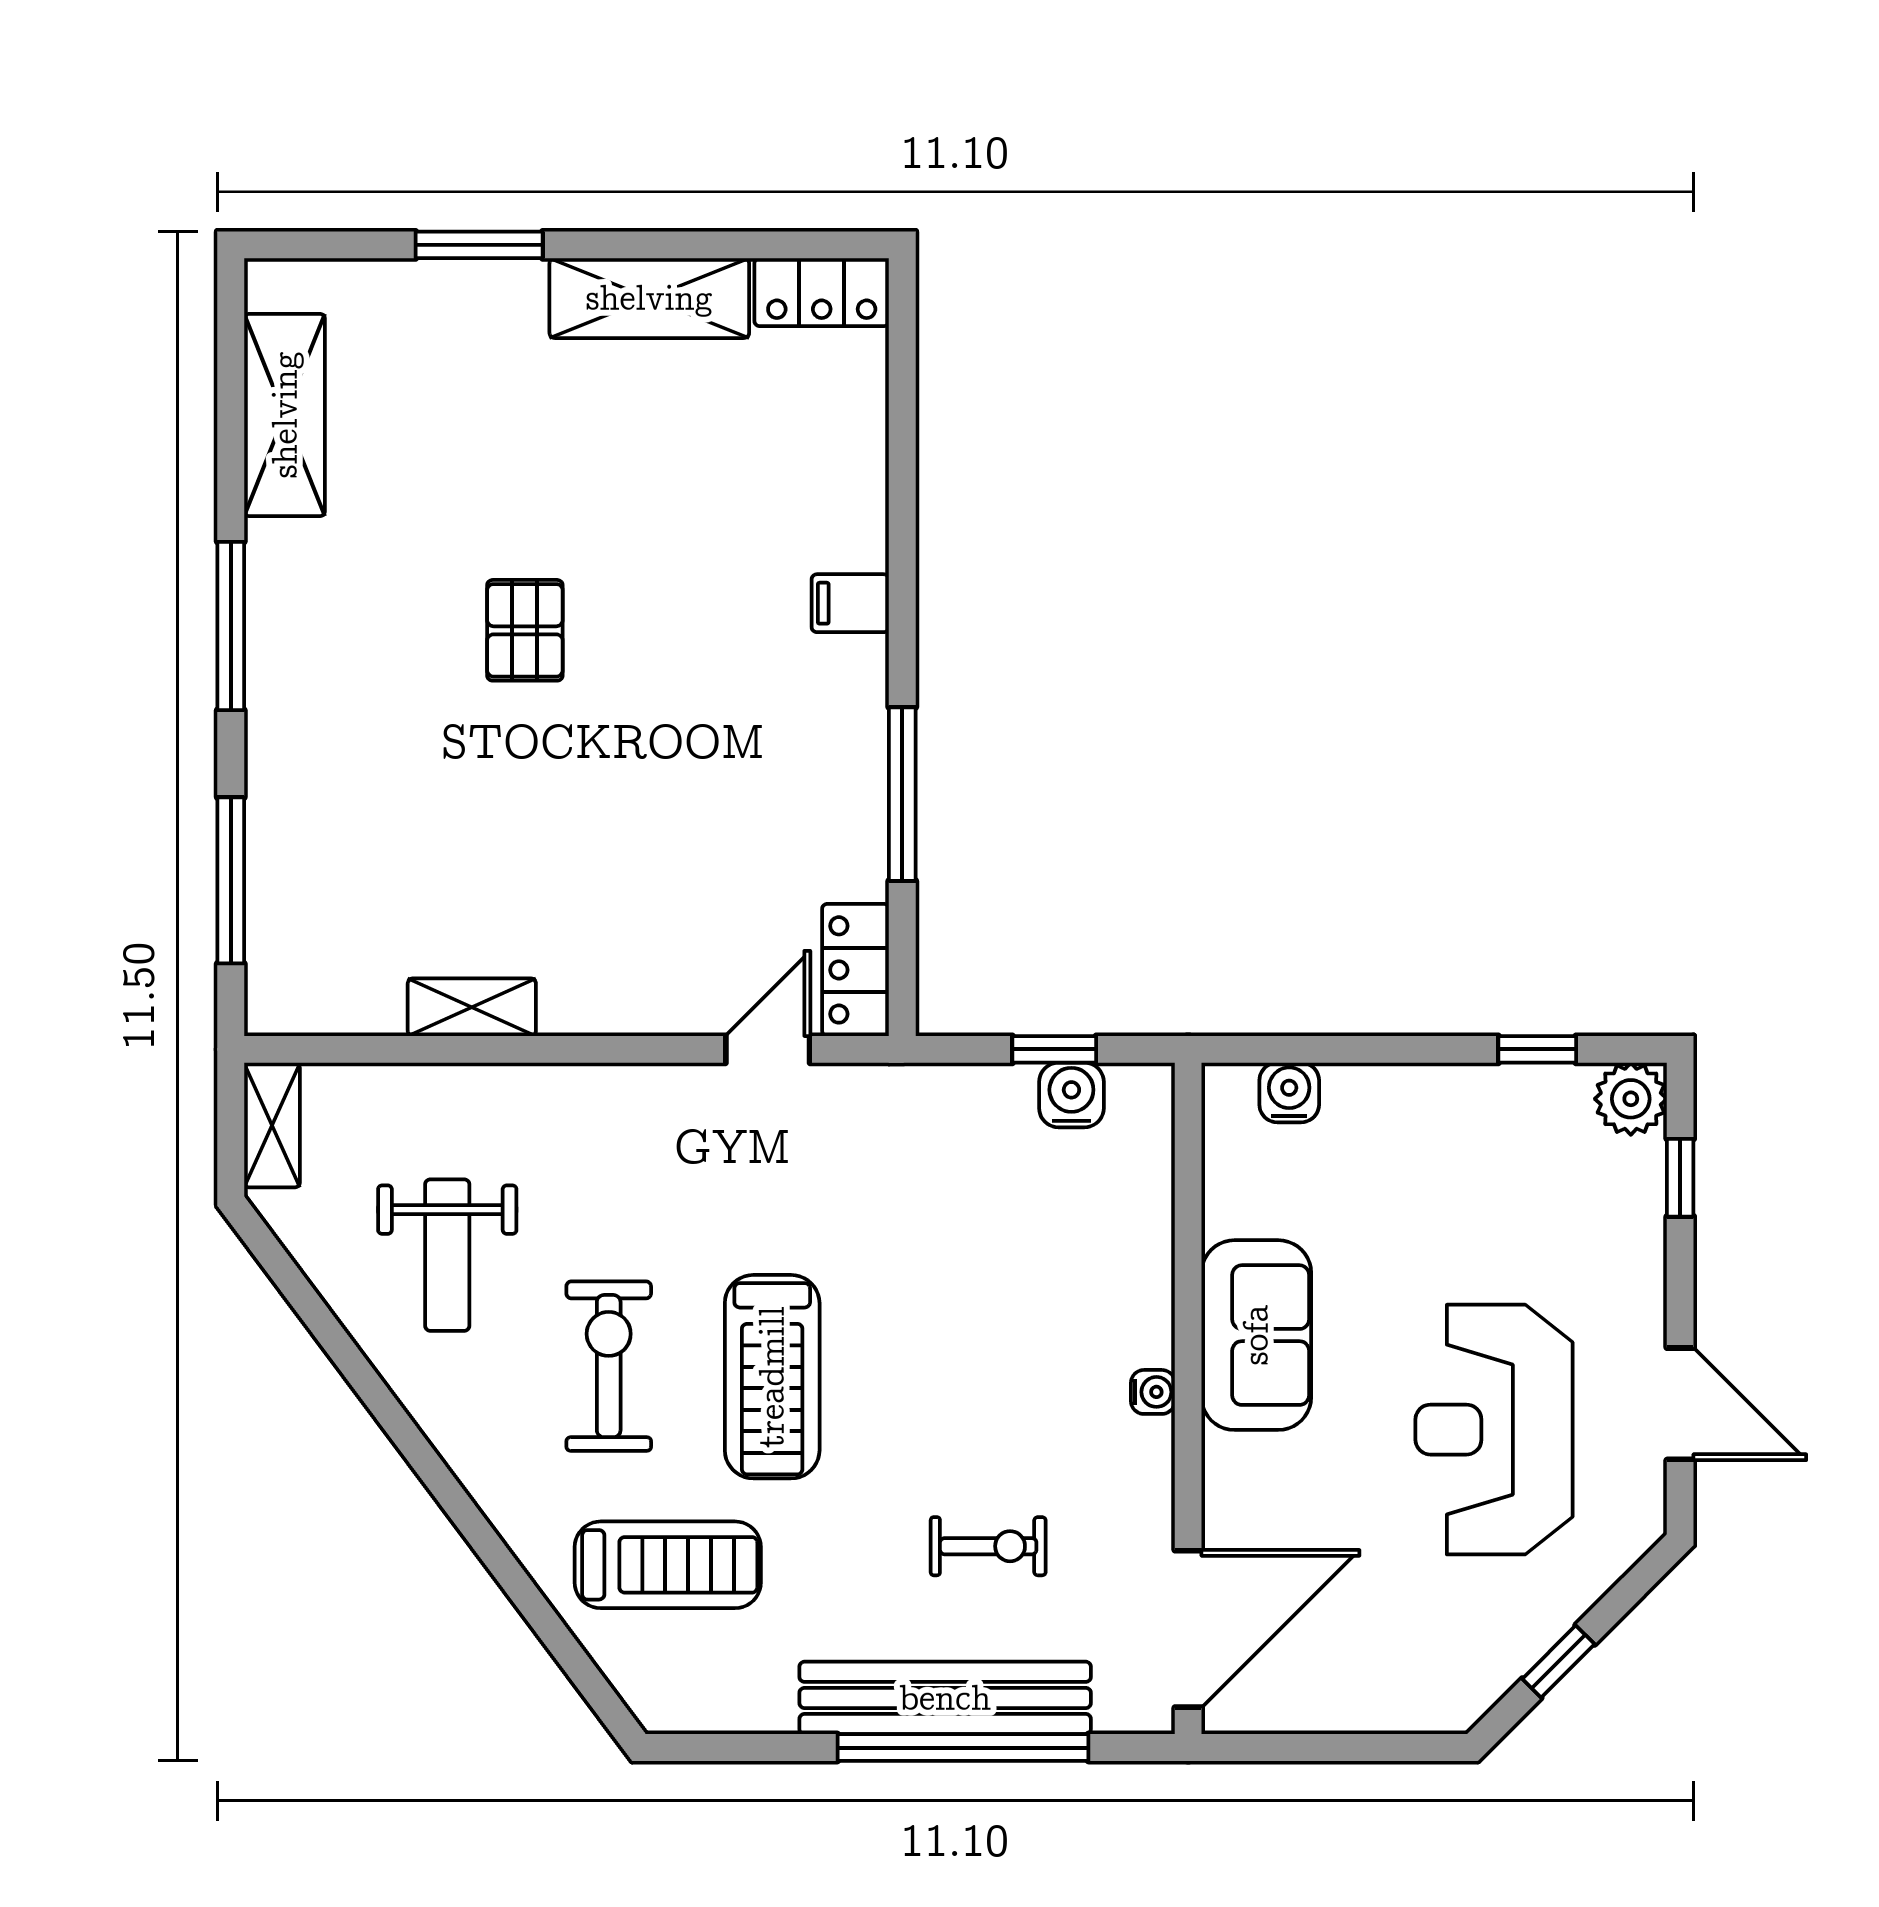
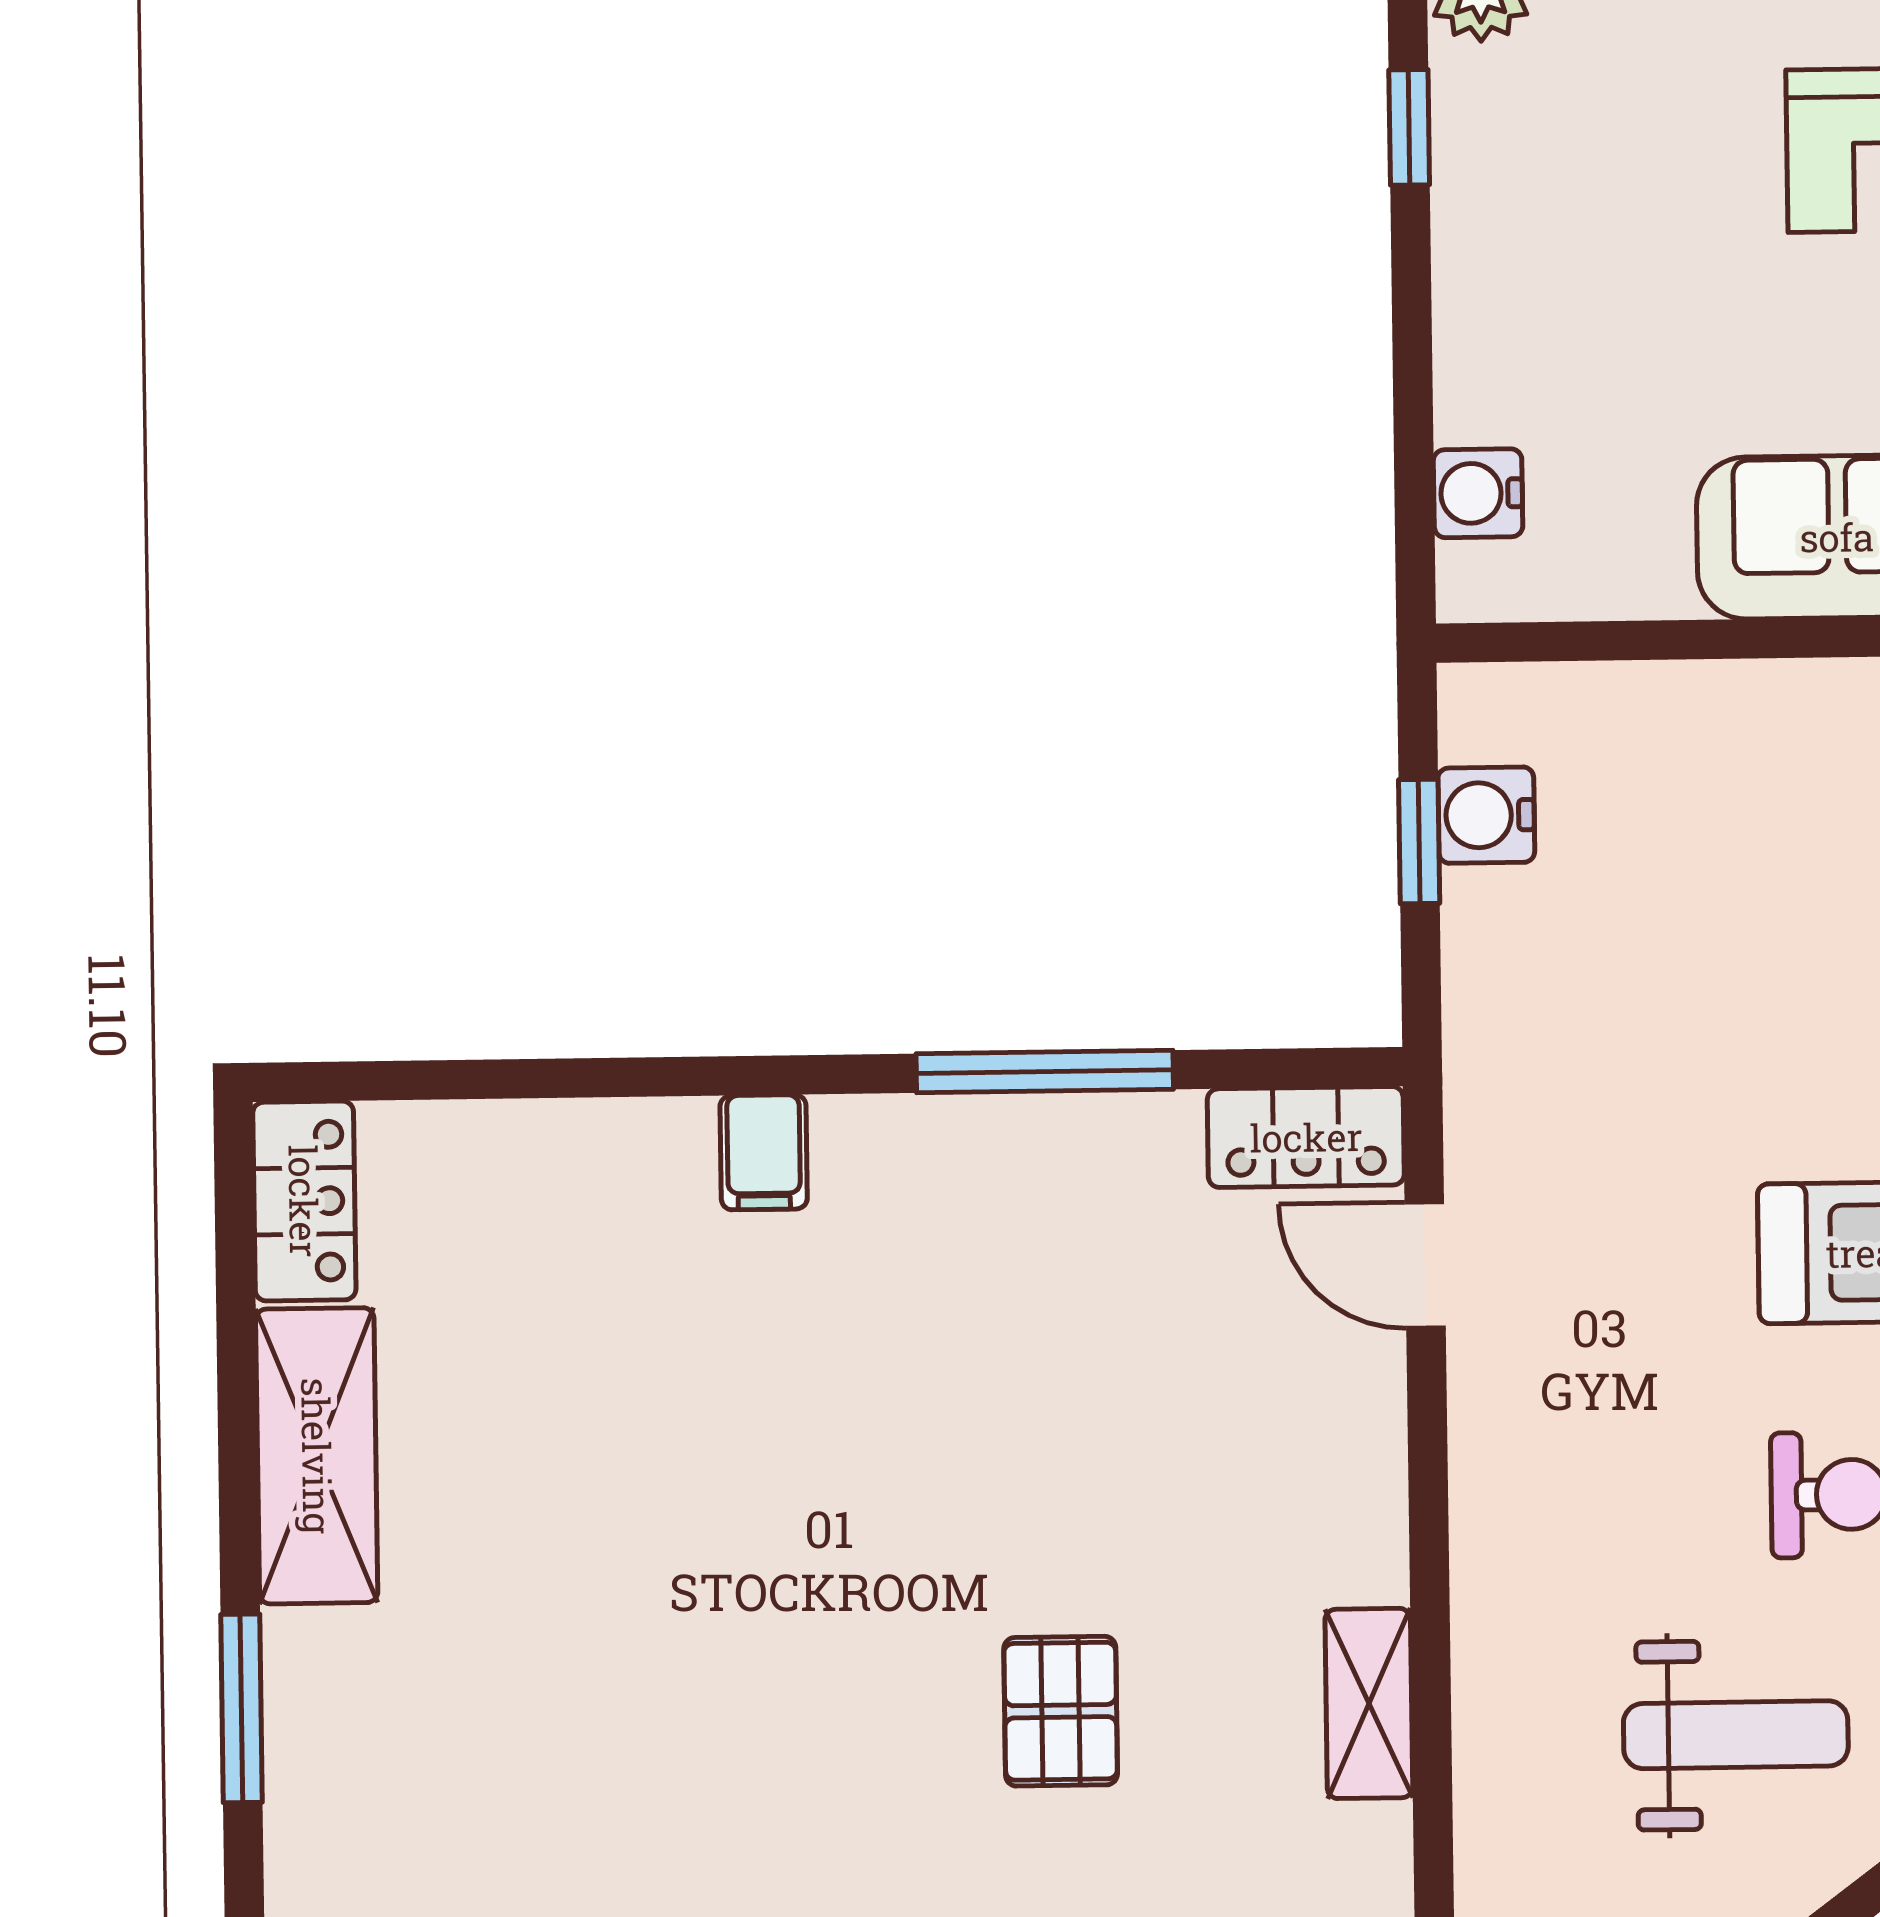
pallet: (525, 630) -> (1061, 1711), moved, turned 90

